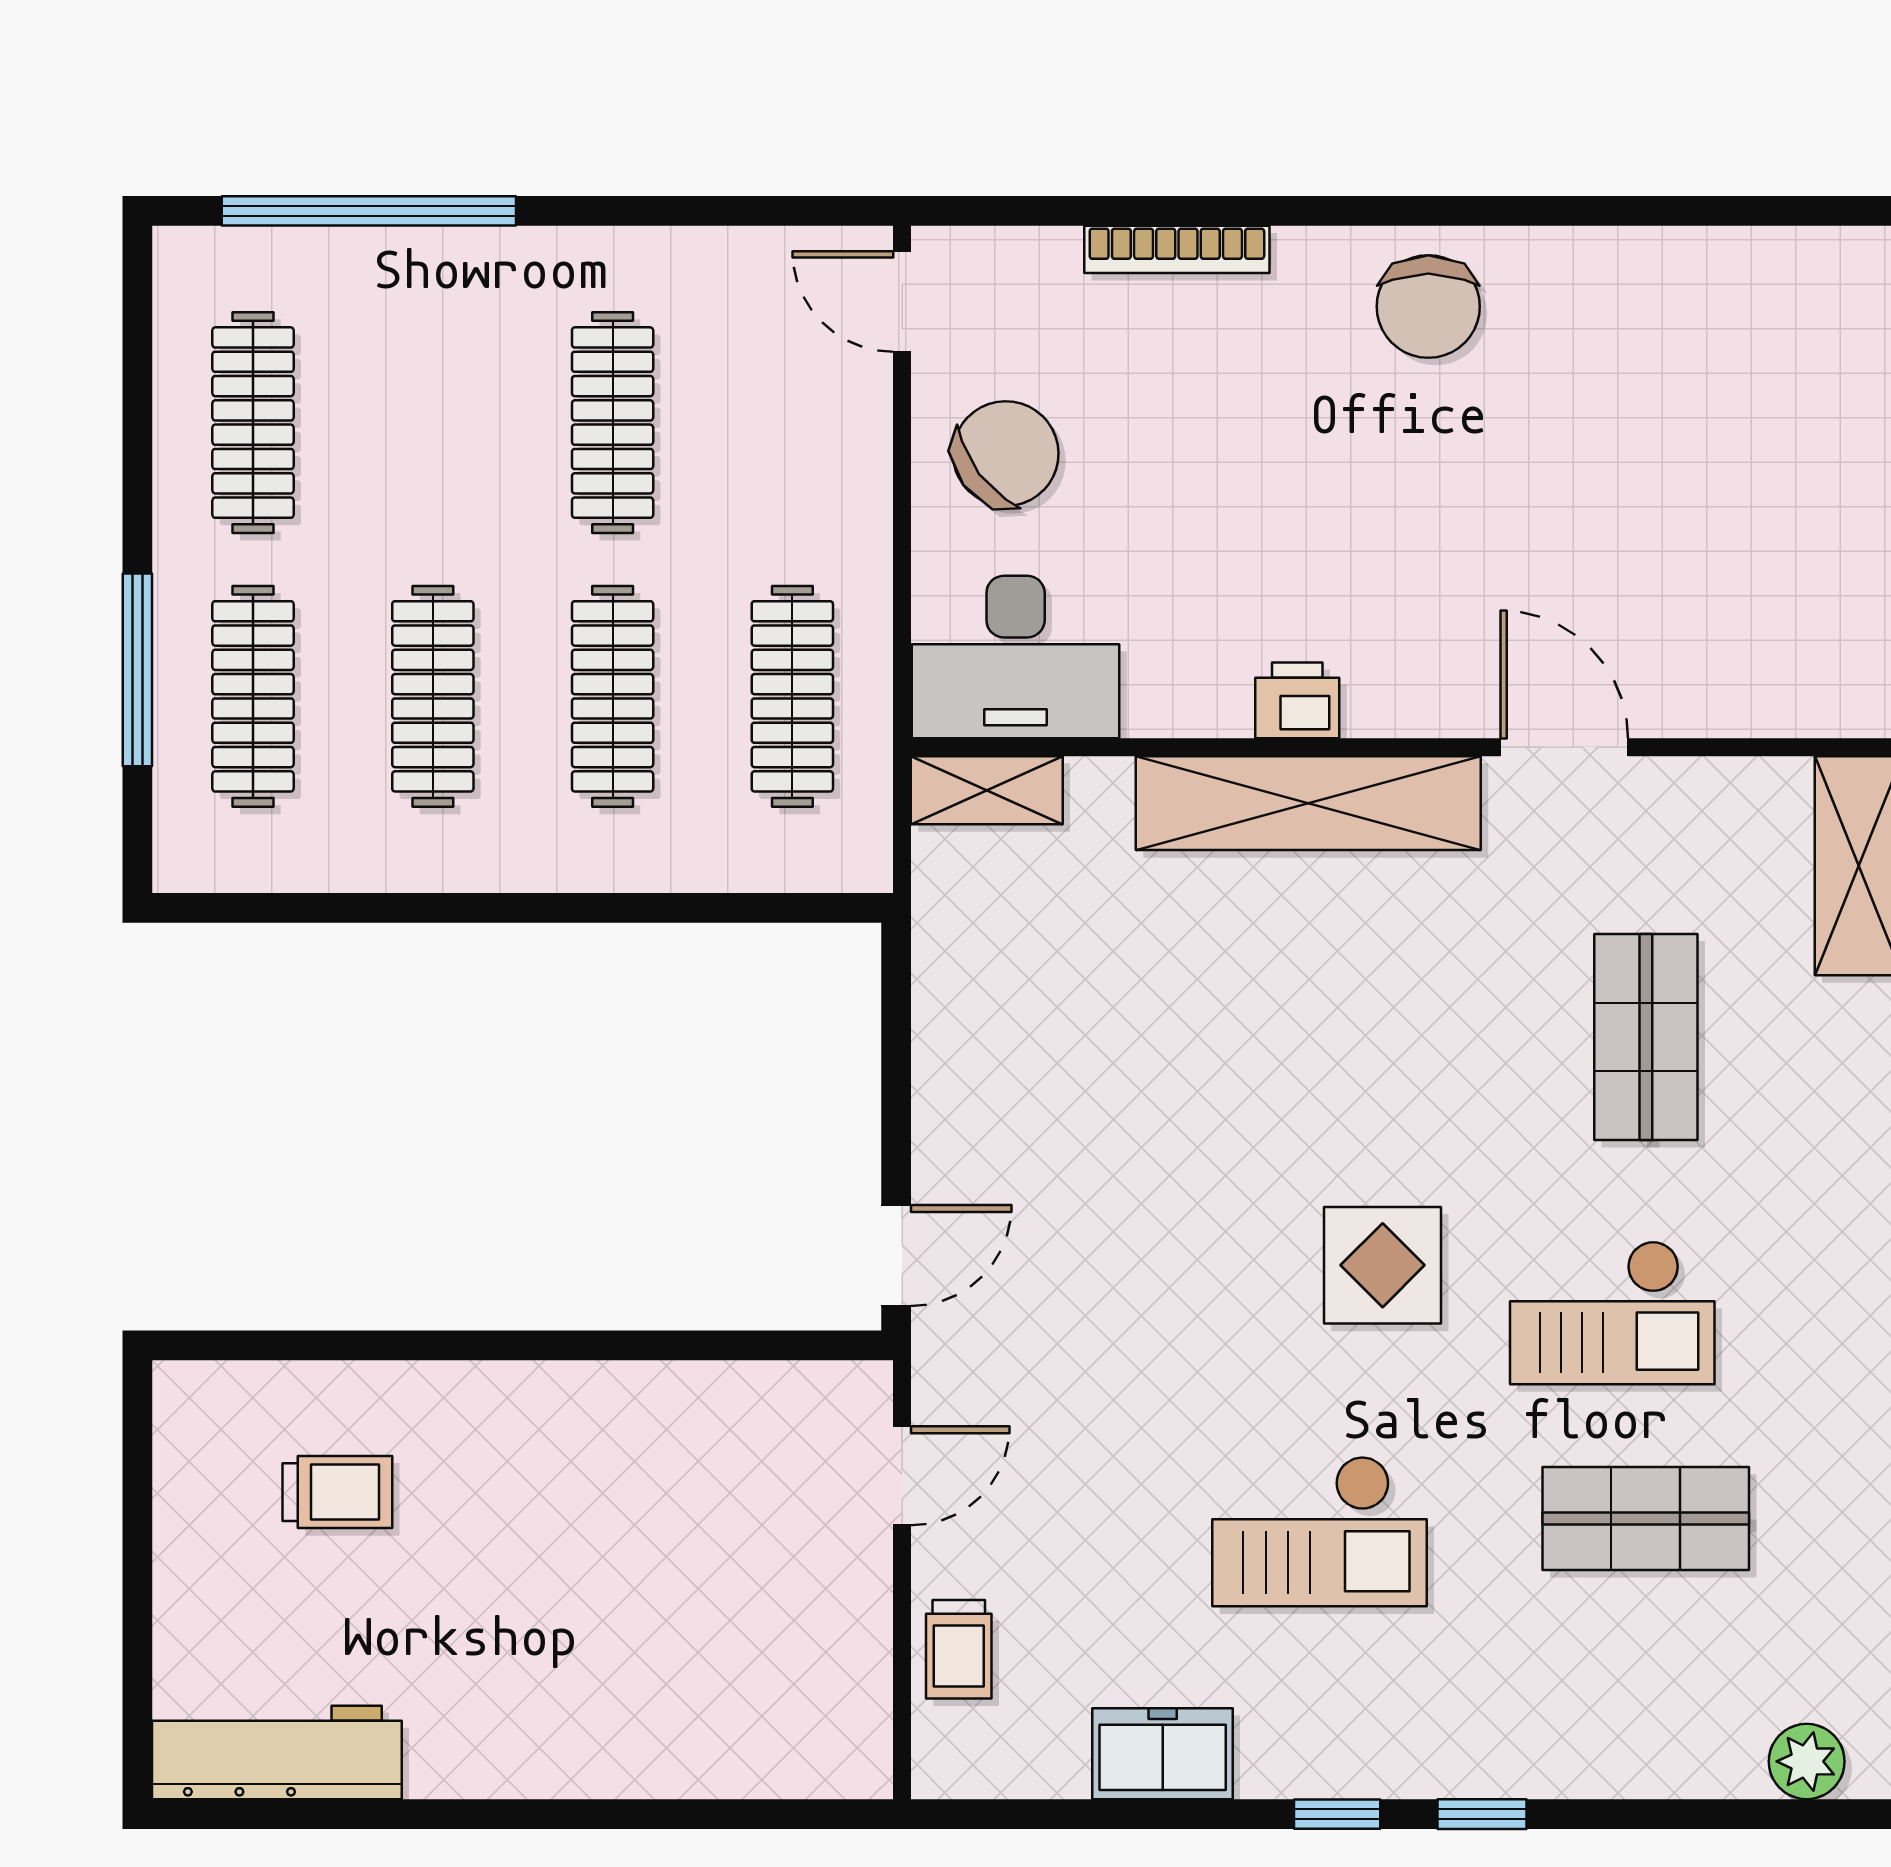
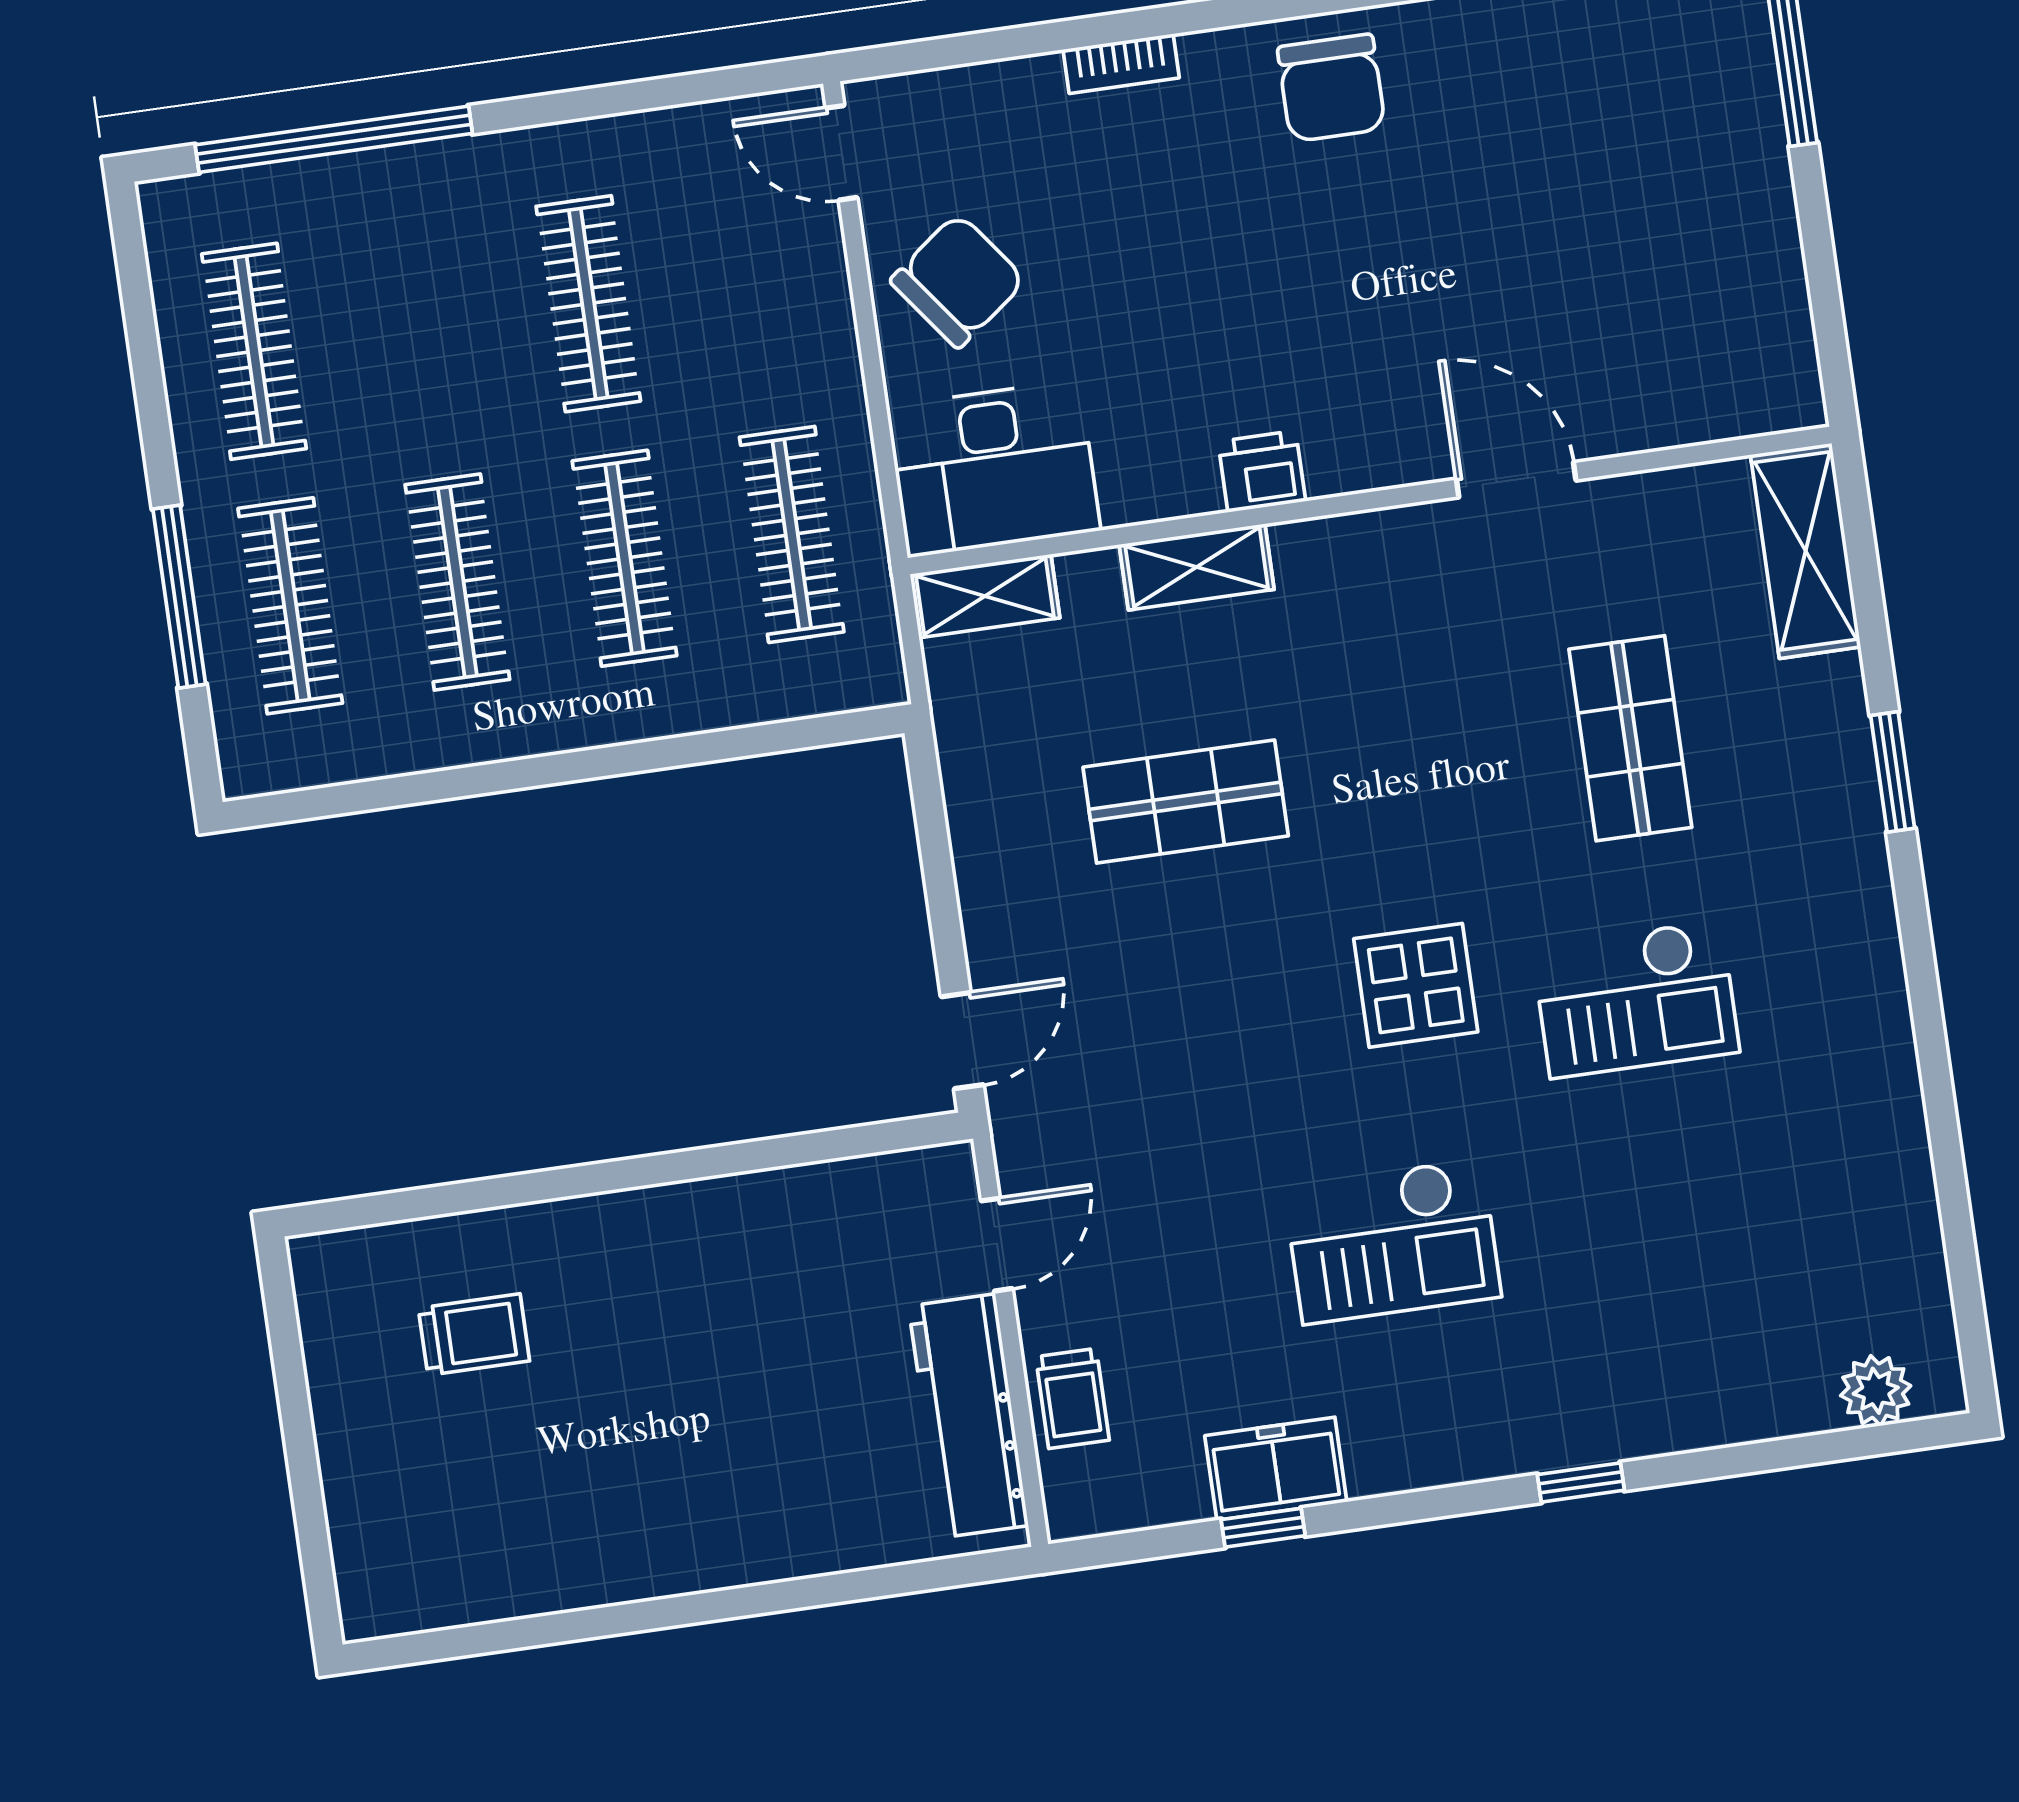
bookcase: (1177, 249) -> (1121, 64), width x0.64
shelving: (1308, 803) -> (1197, 567), width x0.45, depth x0.75
shop shelf: (1646, 1518) -> (1186, 802), moved
workbench: (277, 1752) -> (968, 1416), moved, turned -90
window: (1337, 1814) -> (1263, 1528), moved

